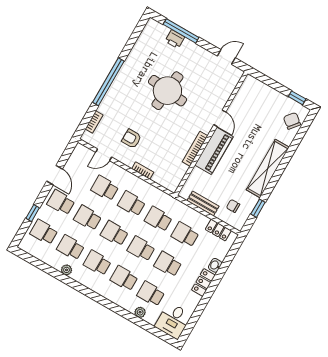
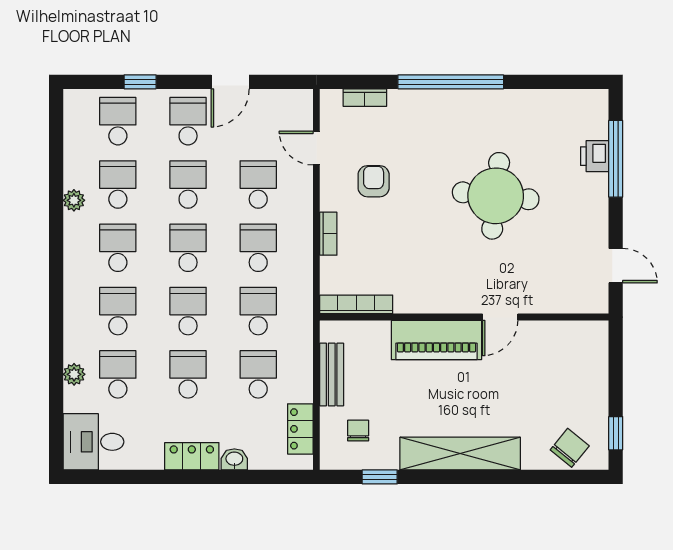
bookcase: (195, 149) -> (356, 304), moved

